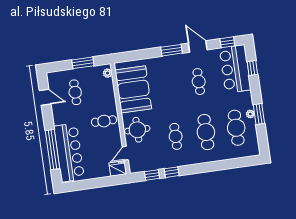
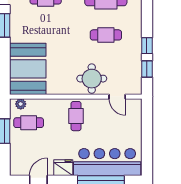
booth: (133, 89) -> (28, 69), moved, turned 90
cafe table: (75, 92) -> (29, 123), moved
fridge: (118, 169) -> (63, 168), moved, turned 90

